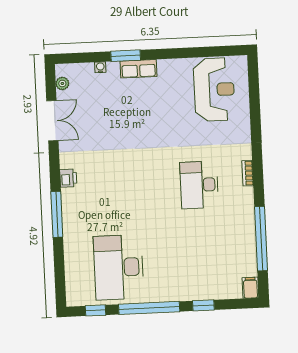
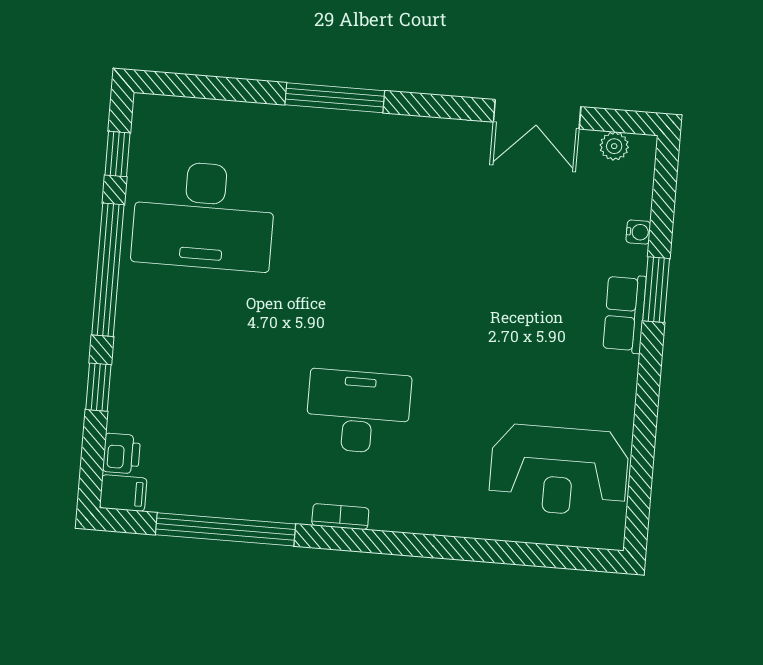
bookcase: (248, 173) -> (340, 517), moved
printer: (68, 178) -> (122, 454), moved, turned -90
desk: (119, 267) -> (204, 216), turned 180

